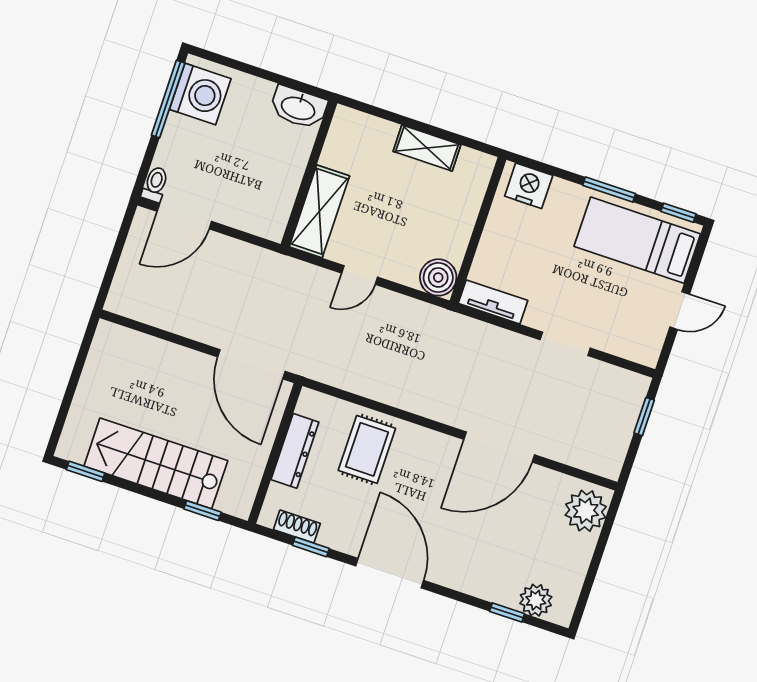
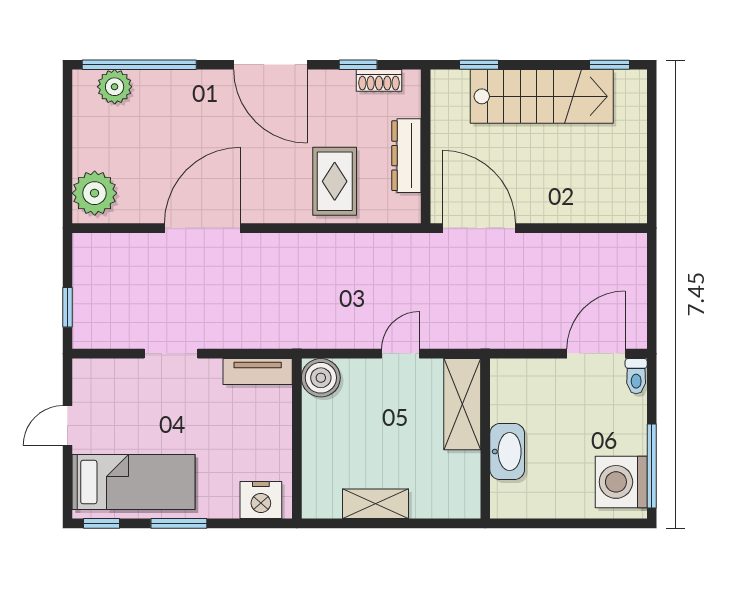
washbasin: (298, 107) -> (507, 452), moved, turned 90
window: (507, 612) -> (139, 65), width x3.17

